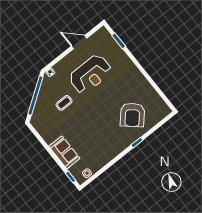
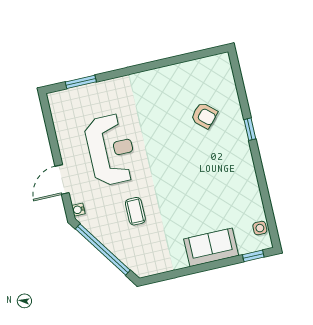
door: (79, 42) -> (62, 179), moved
armchair: (132, 115) -> (204, 115), width x0.53, depth x0.53

